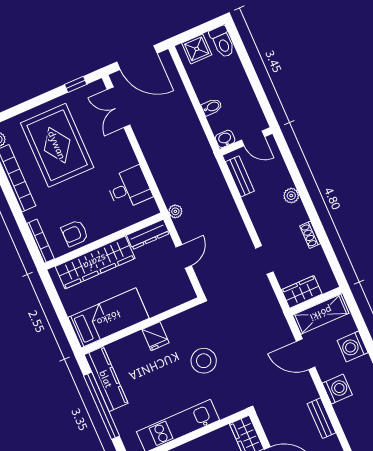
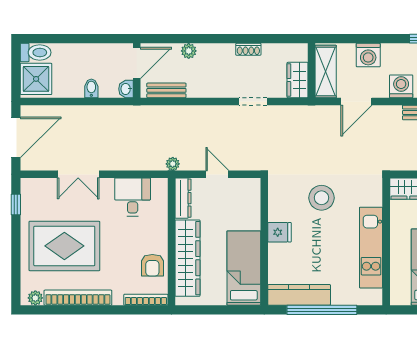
shower: (197, 49) -> (36, 79), width x1.36, depth x1.36
double door: (119, 107) -> (78, 174), moved
door: (253, 138) -> (137, 63), width x1.37
plant: (291, 196) -> (189, 51), moved

